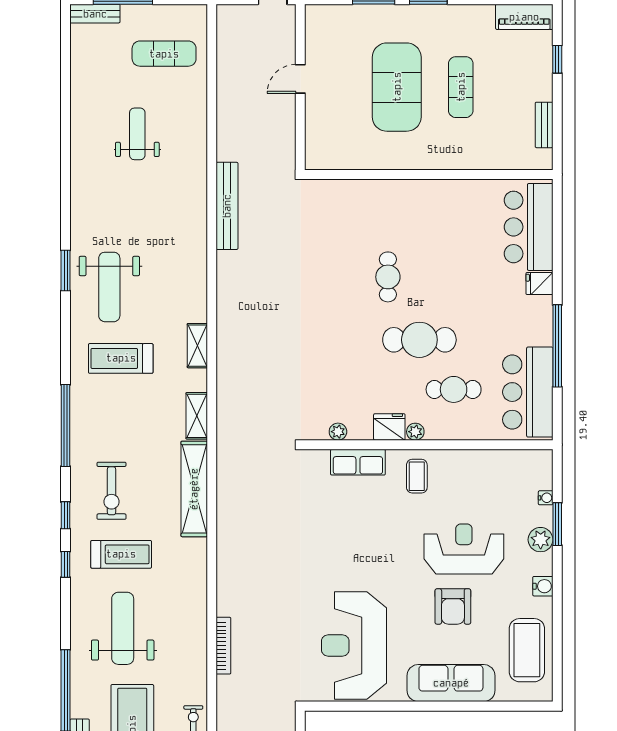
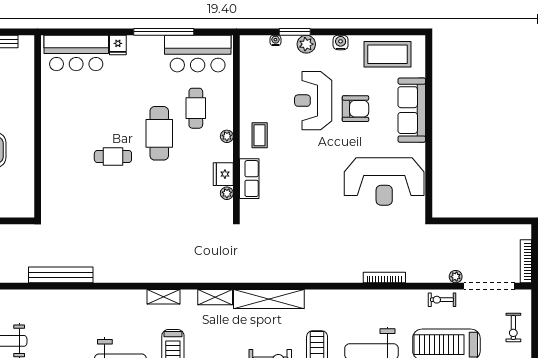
fridge: (389, 427) -> (223, 174), moved
coffee table: (417, 476) -> (260, 135), turned 90

